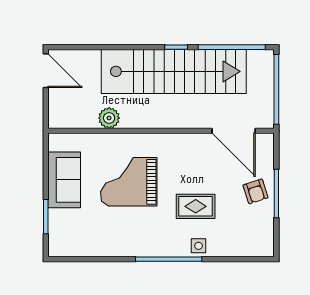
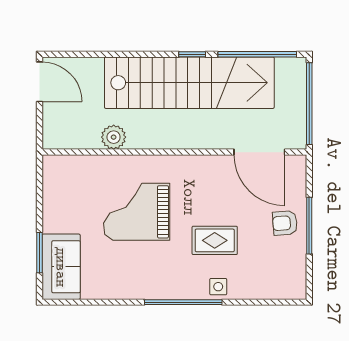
sofa: (64, 180) -> (61, 267), moved
armchair: (256, 191) -> (285, 223), turned 104

